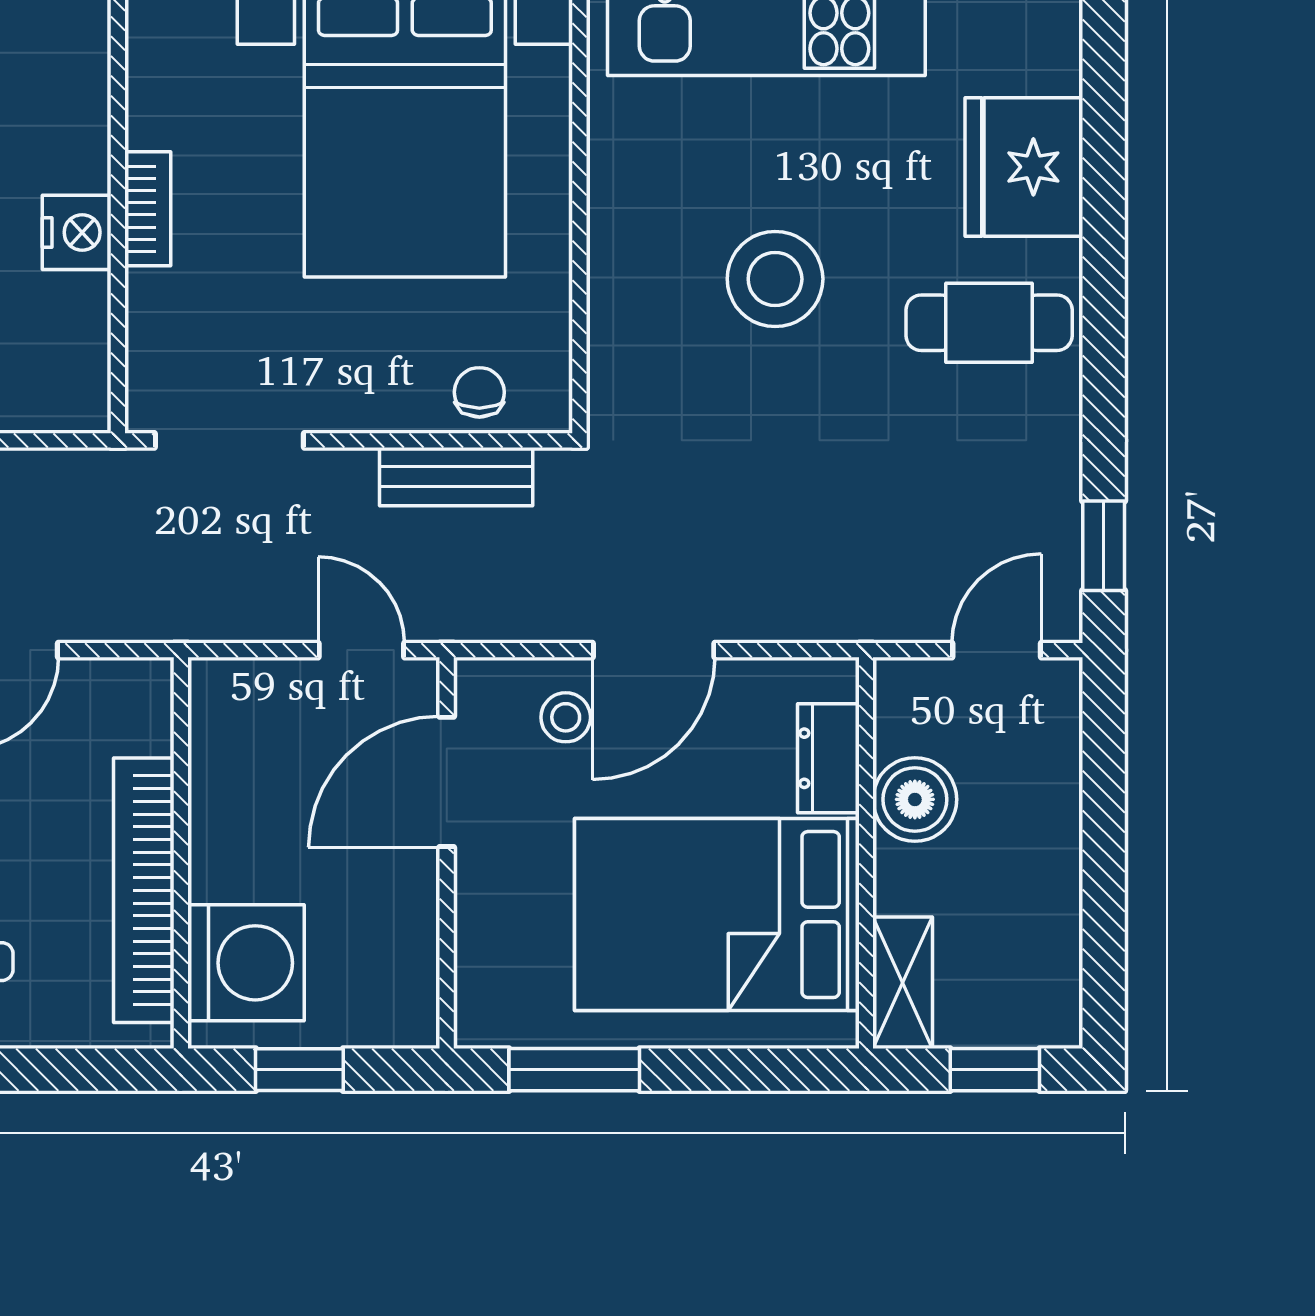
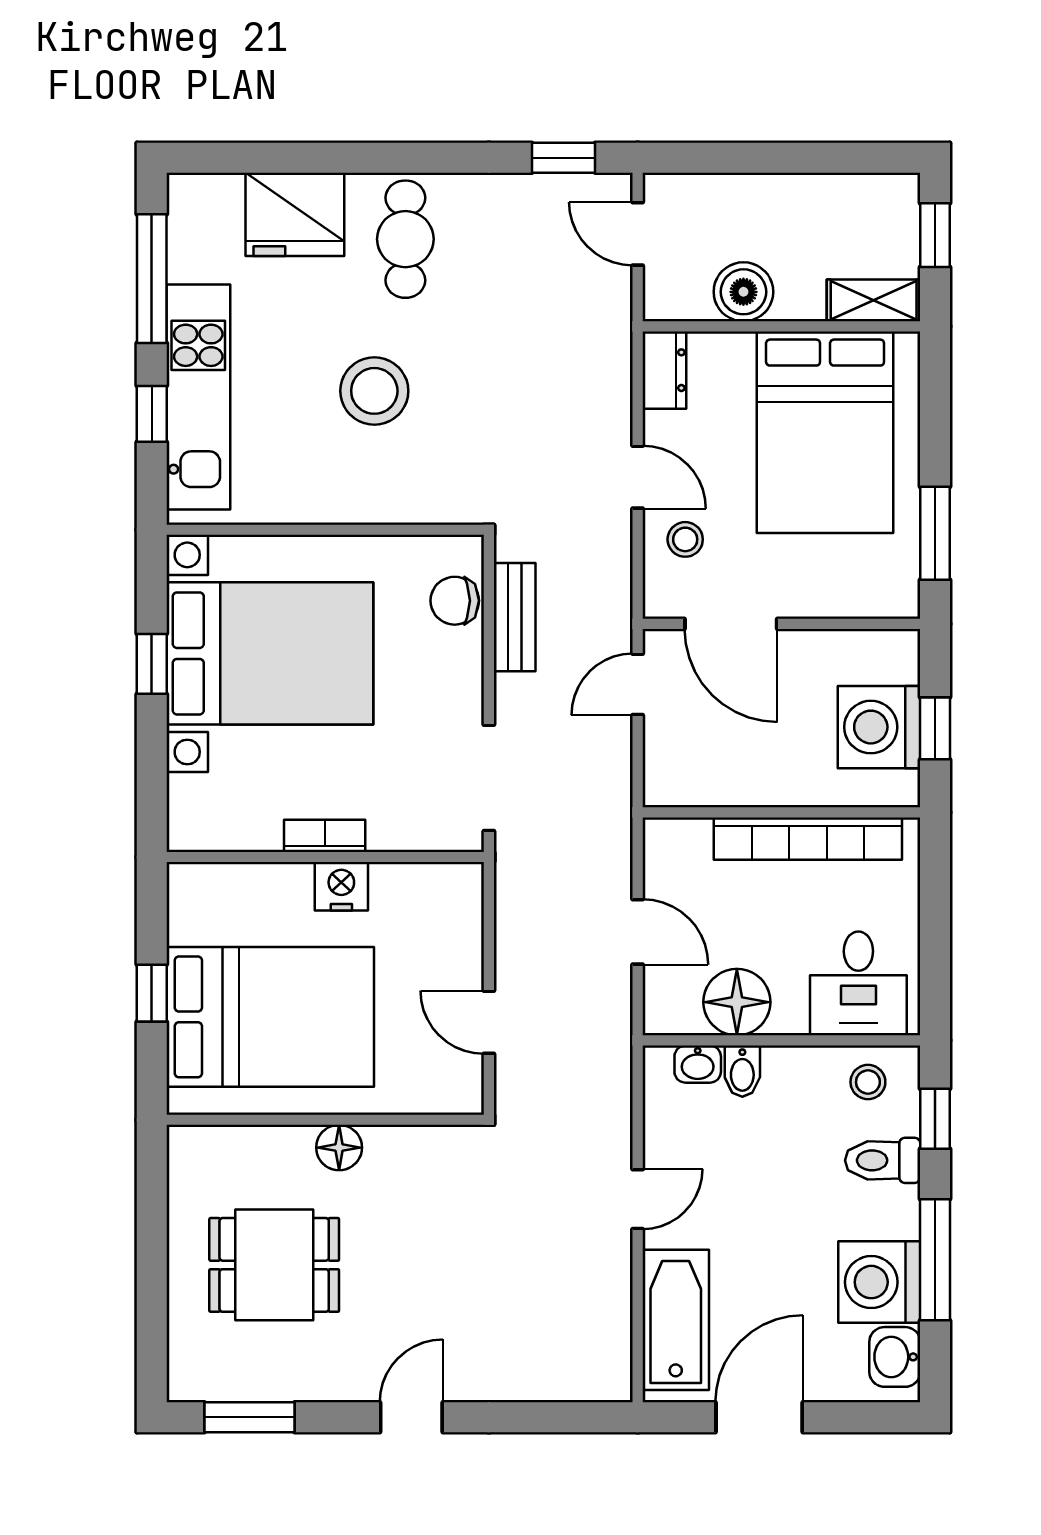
chair: (479, 392) -> (455, 601), width x1.37, depth x1.37
door: (654, 650) -> (638, 477), width x0.73
dresser: (828, 758) -> (664, 370), moved, turned -90
washing machine: (246, 963) -> (879, 727), moved, turned -90

